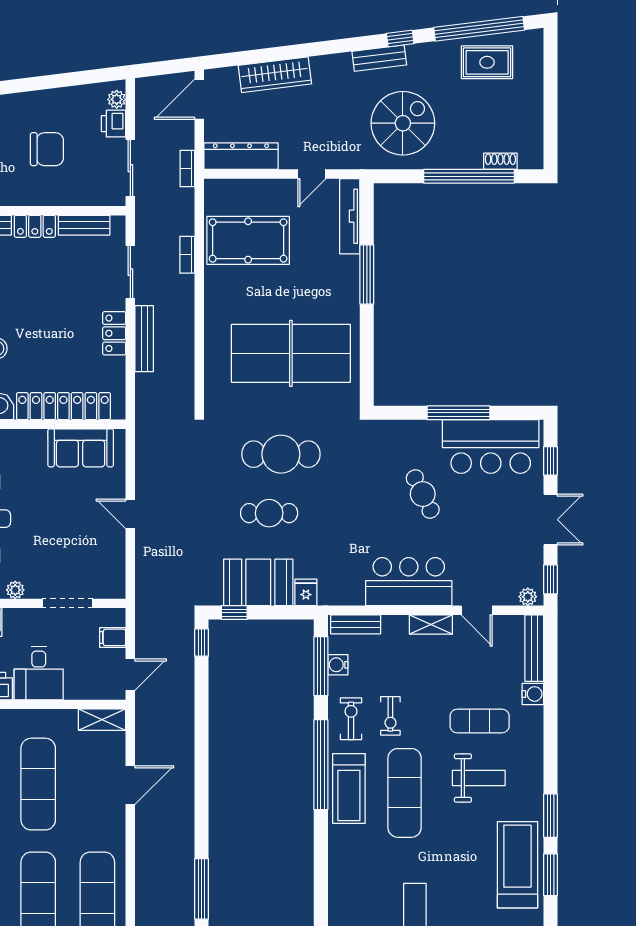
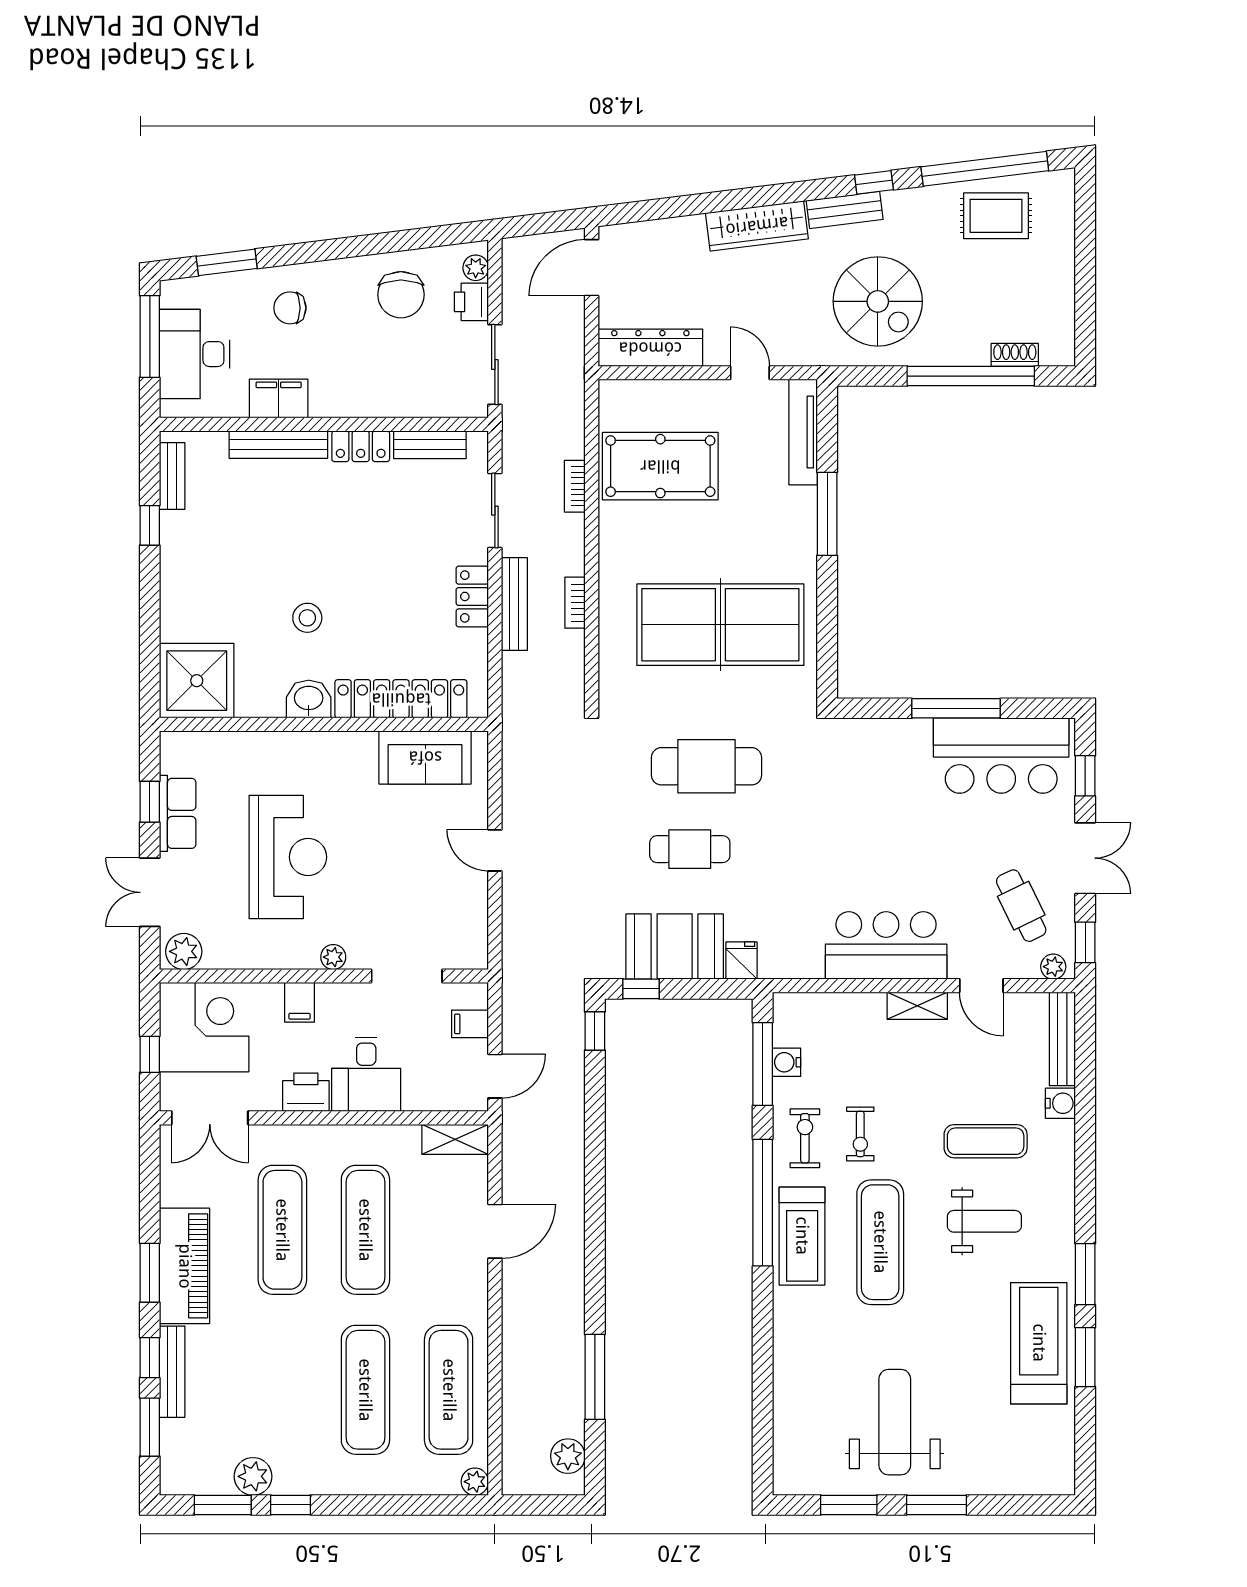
wardrobe: (275, 75) -> (757, 226), moved
spiral stairs: (403, 123) -> (878, 301), turned 90
chair: (47, 149) -> (401, 295), moved, turned 90
bookcase: (187, 169) -> (575, 603), moved
door: (312, 174) -> (750, 373), swing flipped
cafe table: (423, 494) -> (1021, 906), moved
bench: (356, 624) -> (811, 1005), removed

